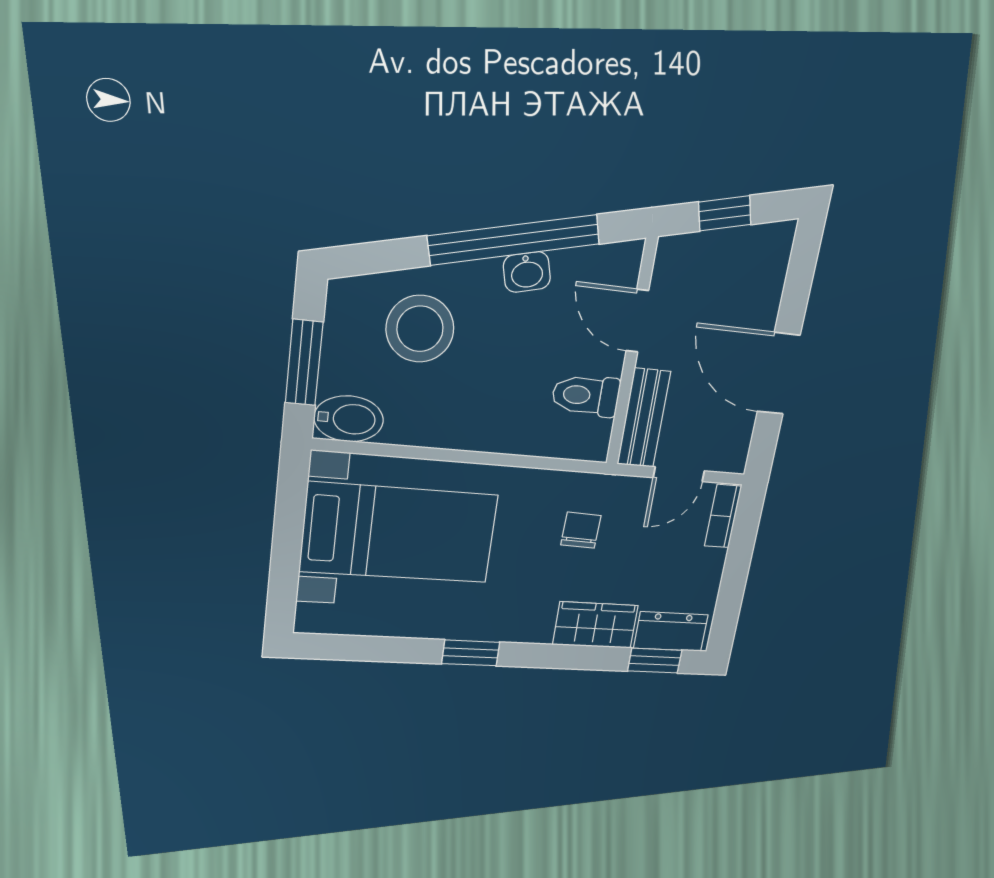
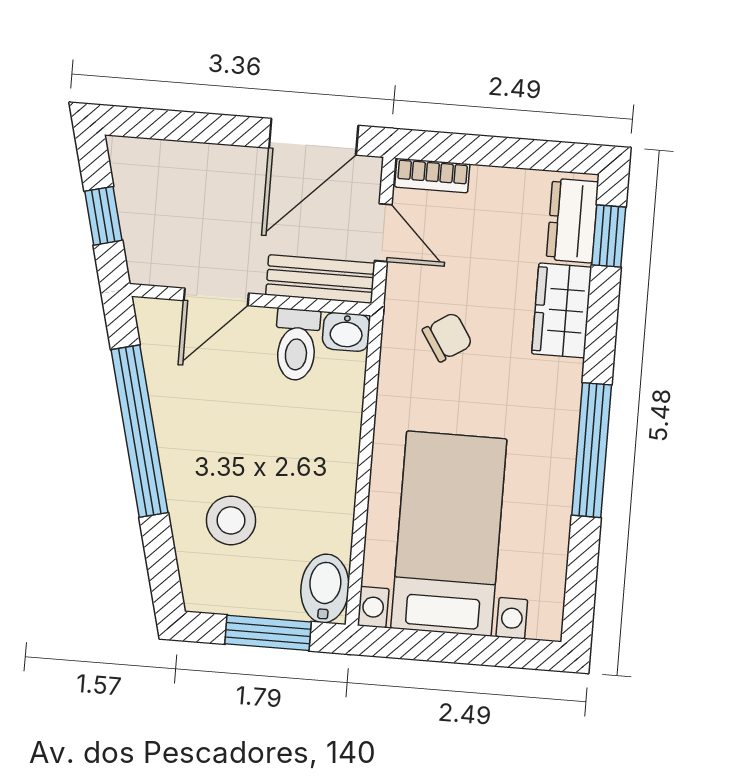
washbasin: (527, 272) -> (346, 332), moved, turned 104
stool: (420, 329) -> (231, 520), width x0.73, depth x0.73
door: (779, 373) -> (314, 137), moved
chair: (581, 530) -> (447, 337), turned 145
window: (471, 653) -> (592, 450), width x2.17

